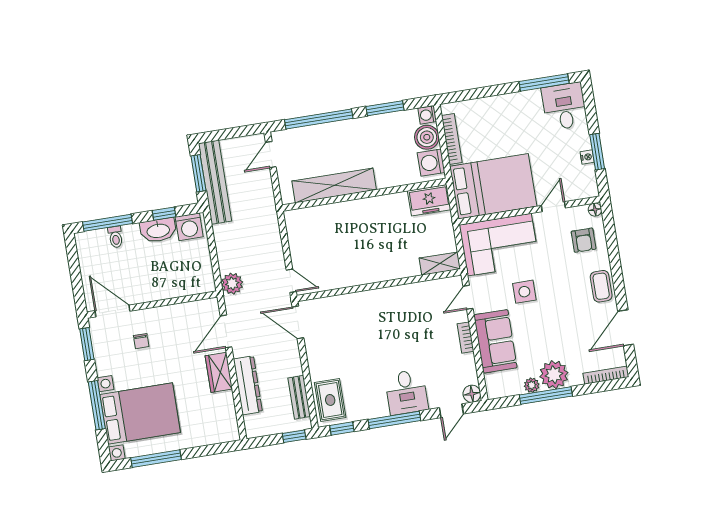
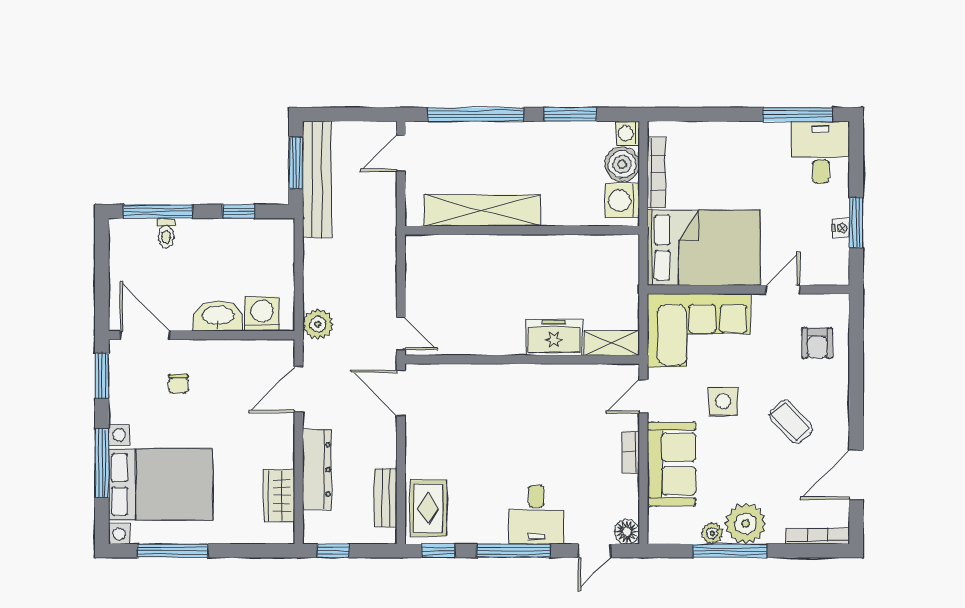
freezer: (429, 200) -> (554, 337), moved, turned 180
floor lamp: (595, 210) -> (840, 303), removed
washing machine: (189, 227) -> (262, 314), moved, turned 180
washbasin: (158, 230) -> (218, 316), moved, turned 180
coffee table: (601, 286) -> (791, 422), moved, turned -43
wardrobe: (219, 372) -> (279, 496), moved
window: (294, 436) -> (333, 551), moved

